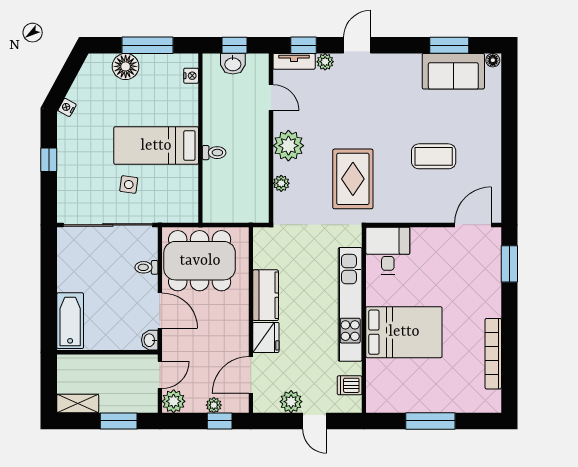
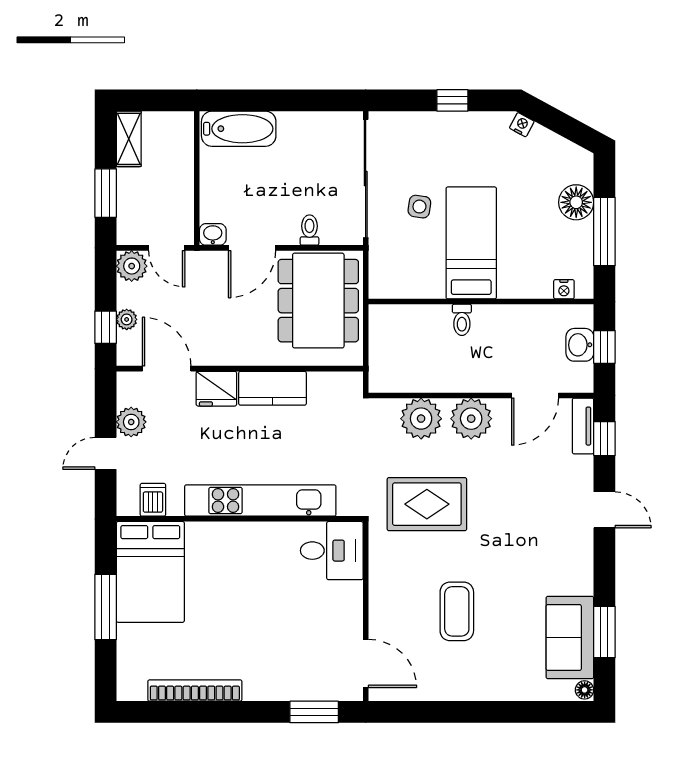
plant: (325, 62) -> (582, 467), removed
door: (271, 97) -> (535, 395), width x1.38
plant: (281, 183) -> (421, 419), width x1.88, depth x1.88
bed: (404, 332) -> (150, 572), moved

